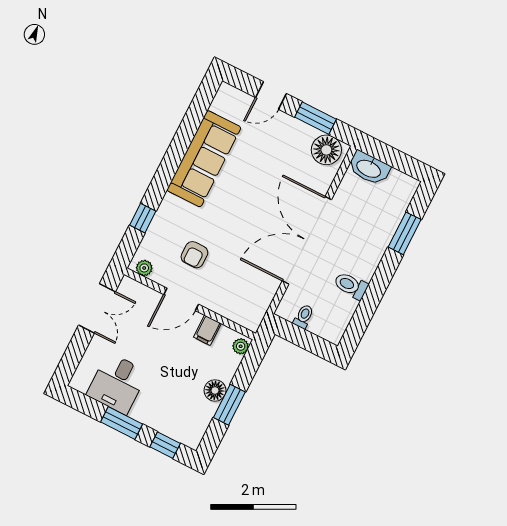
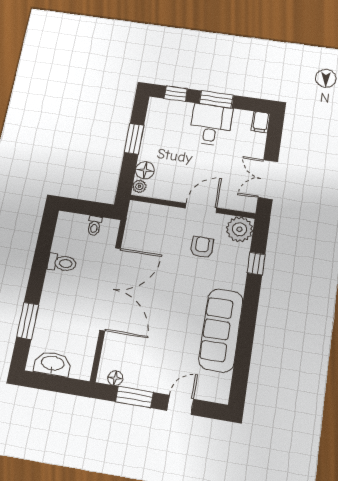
floor lamp: (326, 150) -> (115, 378), width x0.53, depth x0.53
washbasin: (369, 168) -> (53, 364), moved
plant: (144, 268) -> (240, 229), width x1.87, depth x1.87
filing cabinet: (207, 330) -> (261, 122), moved, turned 180
desk: (117, 383) -> (211, 125), moved
floor lamp: (215, 390) -> (145, 170), moved

